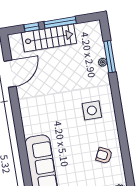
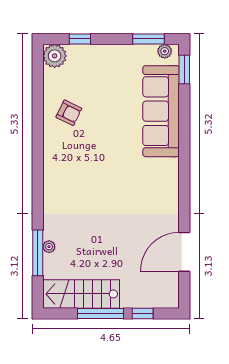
stairs: (49, 38) -> (81, 294), moved
side table: (92, 110) -> (76, 180), removed

